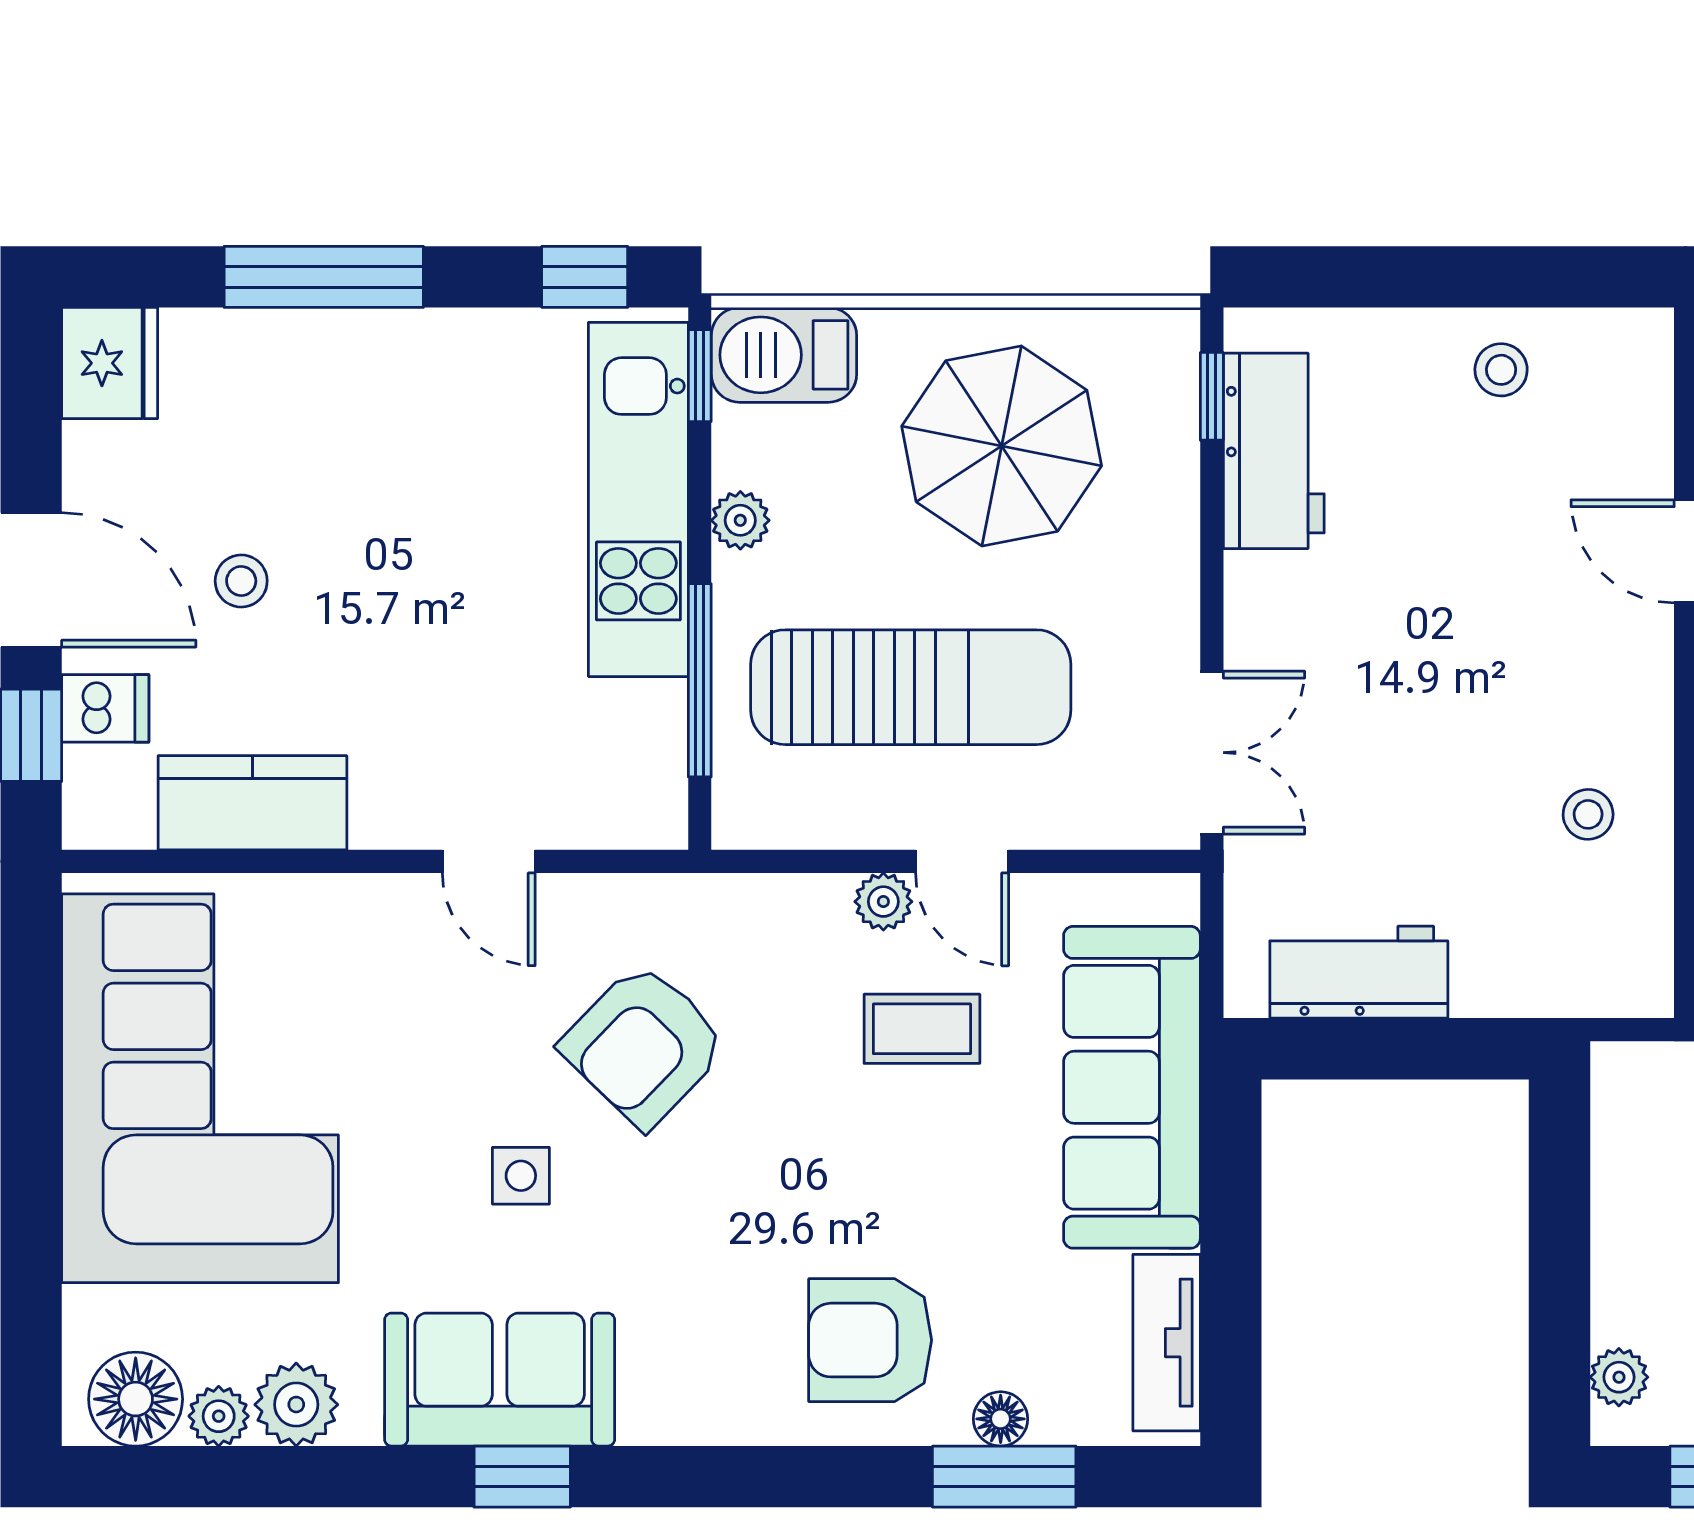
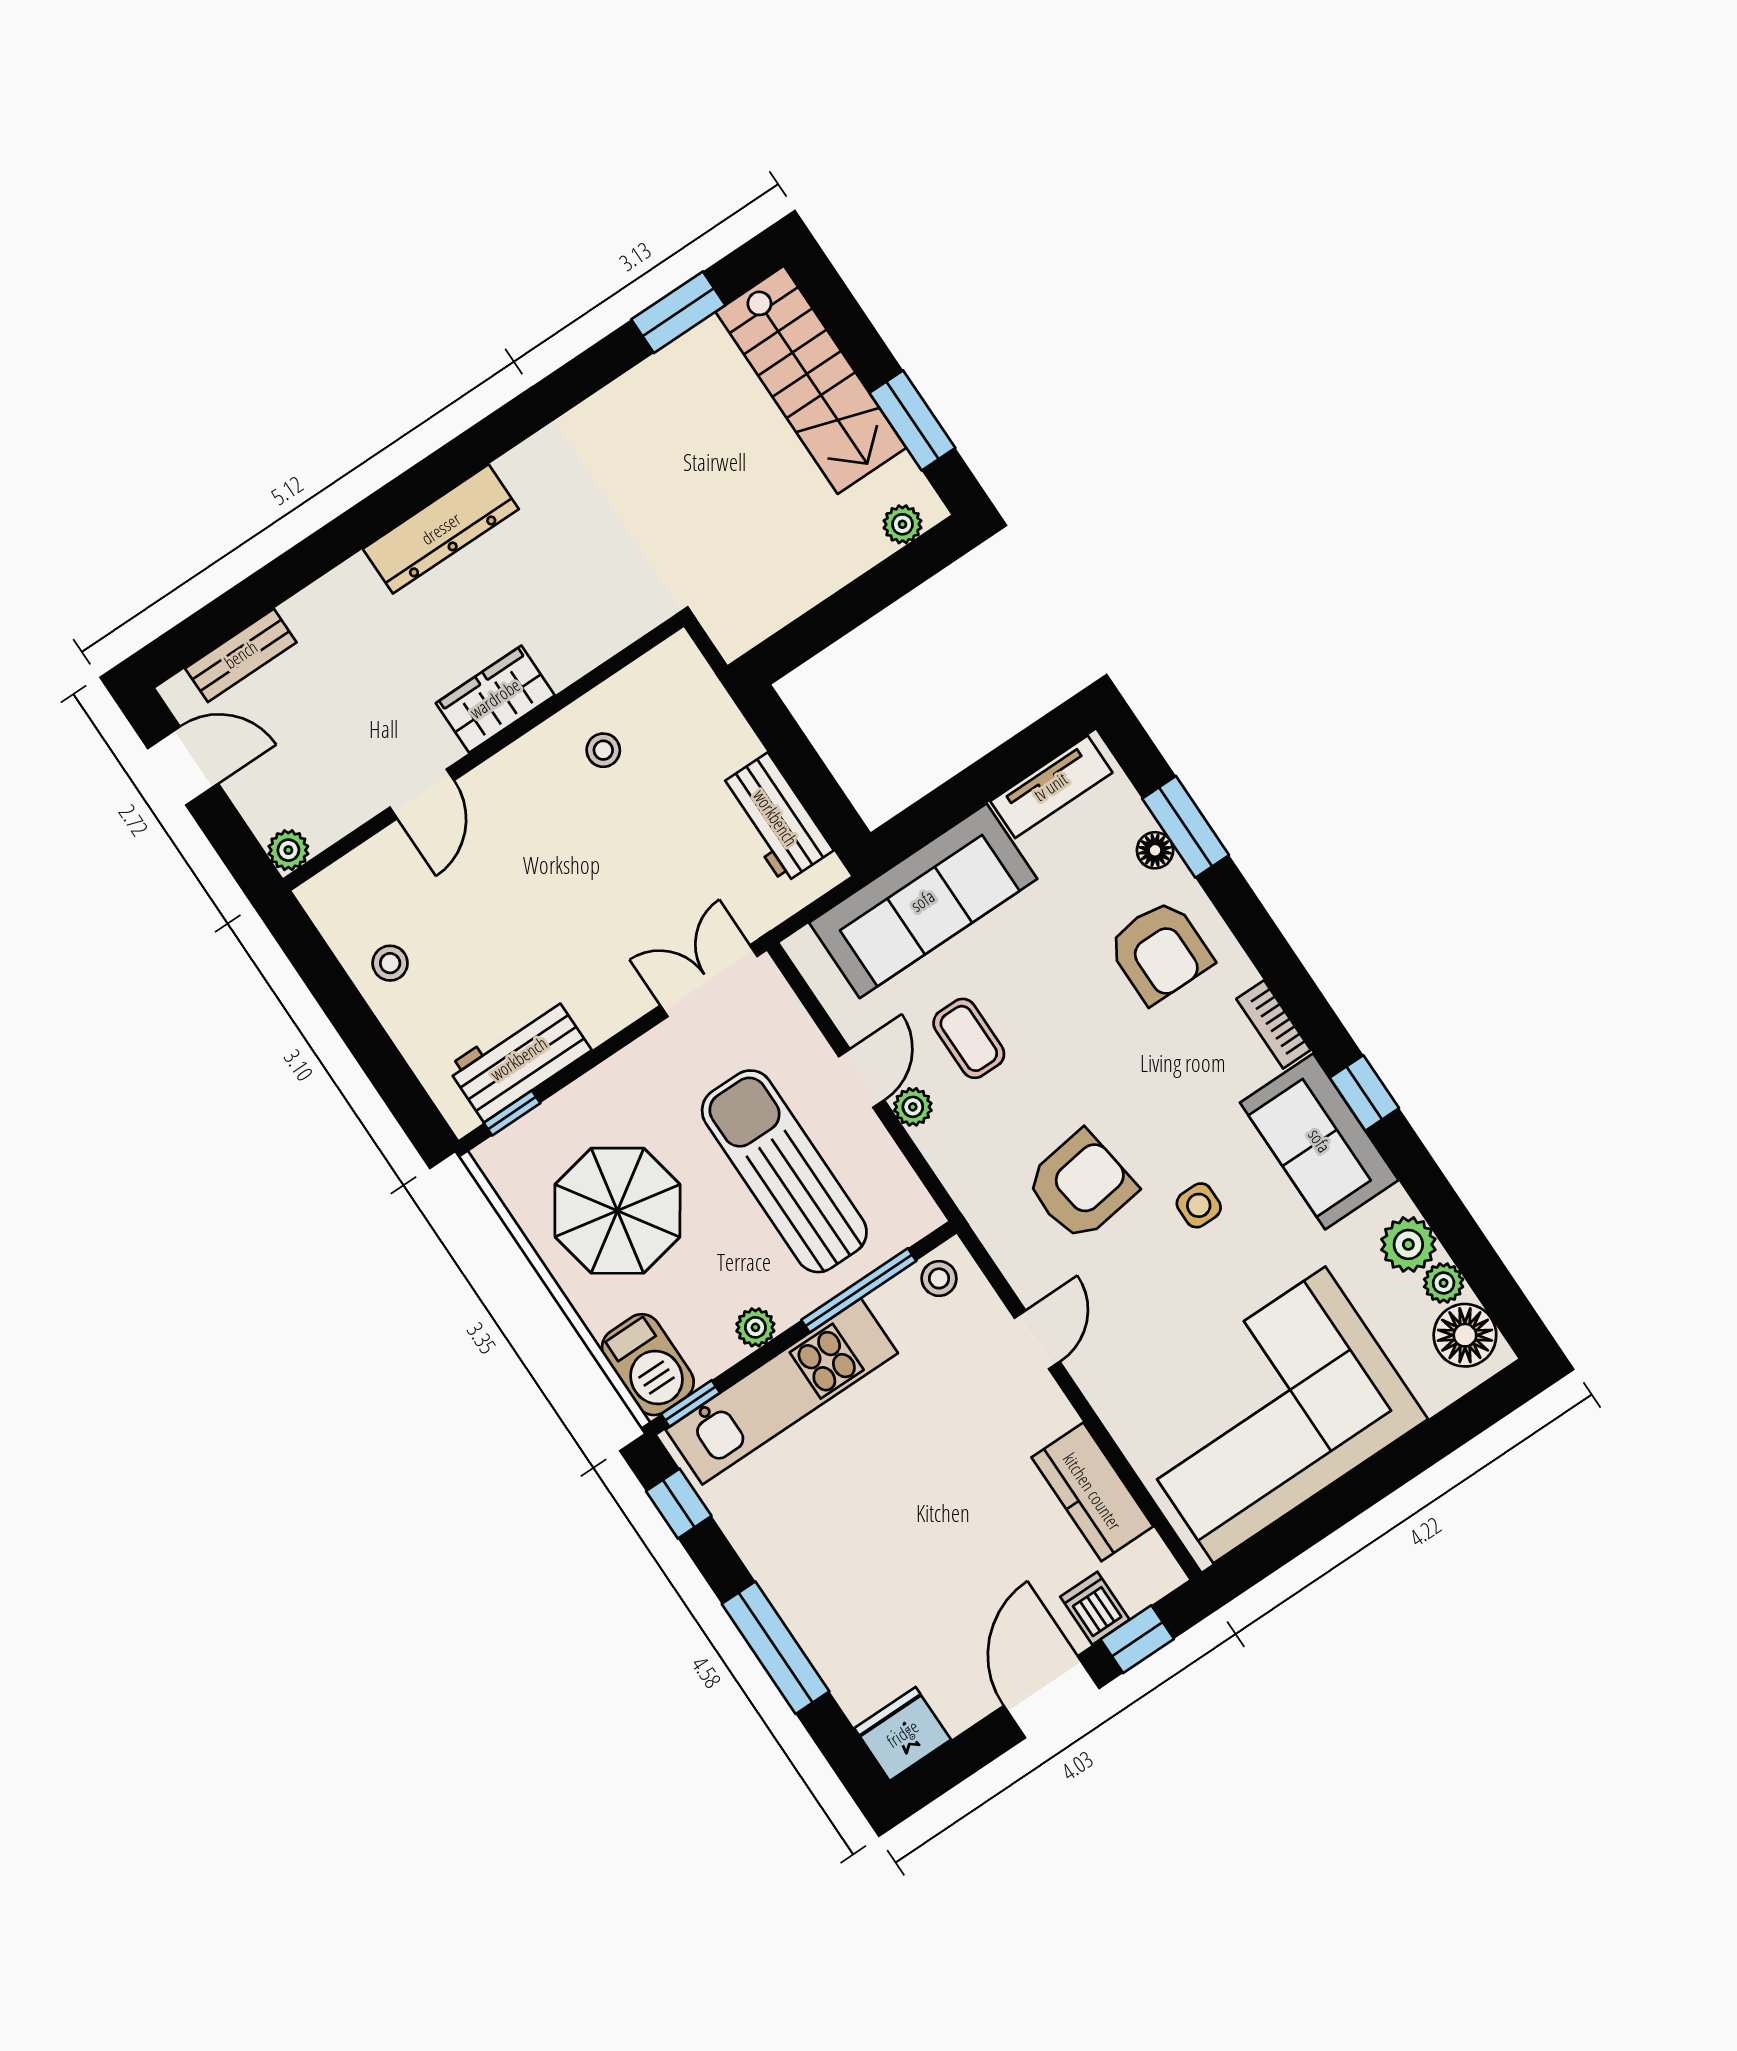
stool: (241, 581) -> (939, 1278), moved
armchair: (644, 1045) -> (1081, 1186), turned -52
bookcase: (684, 1421) -> (1274, 1024), added

